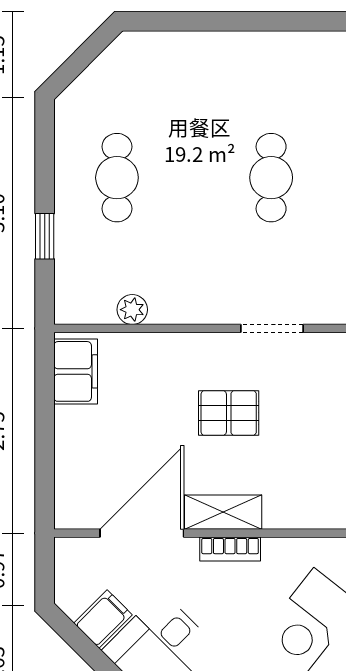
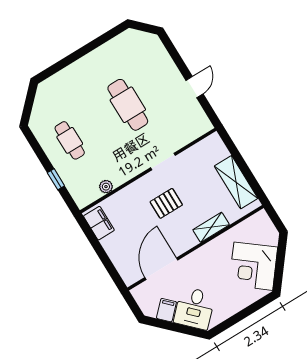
cafe table: (271, 178) -> (128, 105), width x1.37, depth x1.35
shelving: (223, 512) -> (211, 227), moved
bookcase: (230, 549) -> (198, 254), removed

